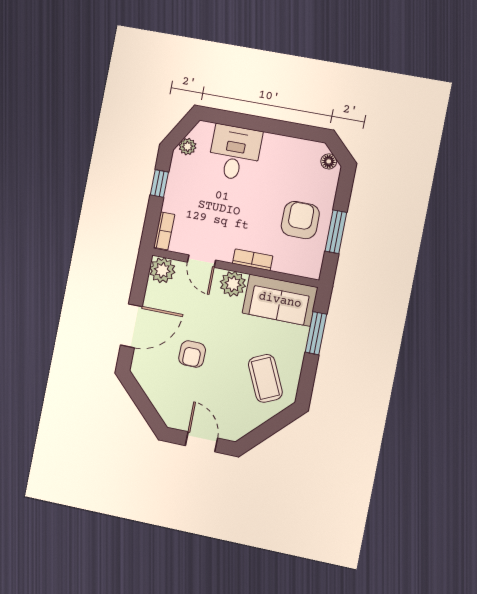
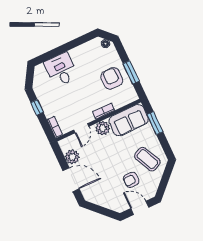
plant: (188, 147) -> (38, 82), removed
door: (201, 261) -> (81, 128), hinge flipped
plant: (162, 270) -> (72, 157), moved
door: (131, 326) -> (71, 180), hinge flipped
armchair: (192, 354) -> (131, 180), moved, turned 89

